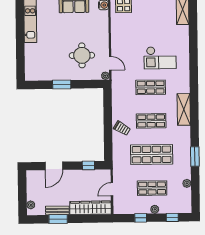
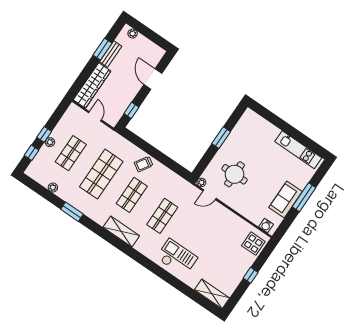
checkout: (160, 58) -> (177, 258), moved, turned 90
window: (141, 218) -> (44, 134), moved

